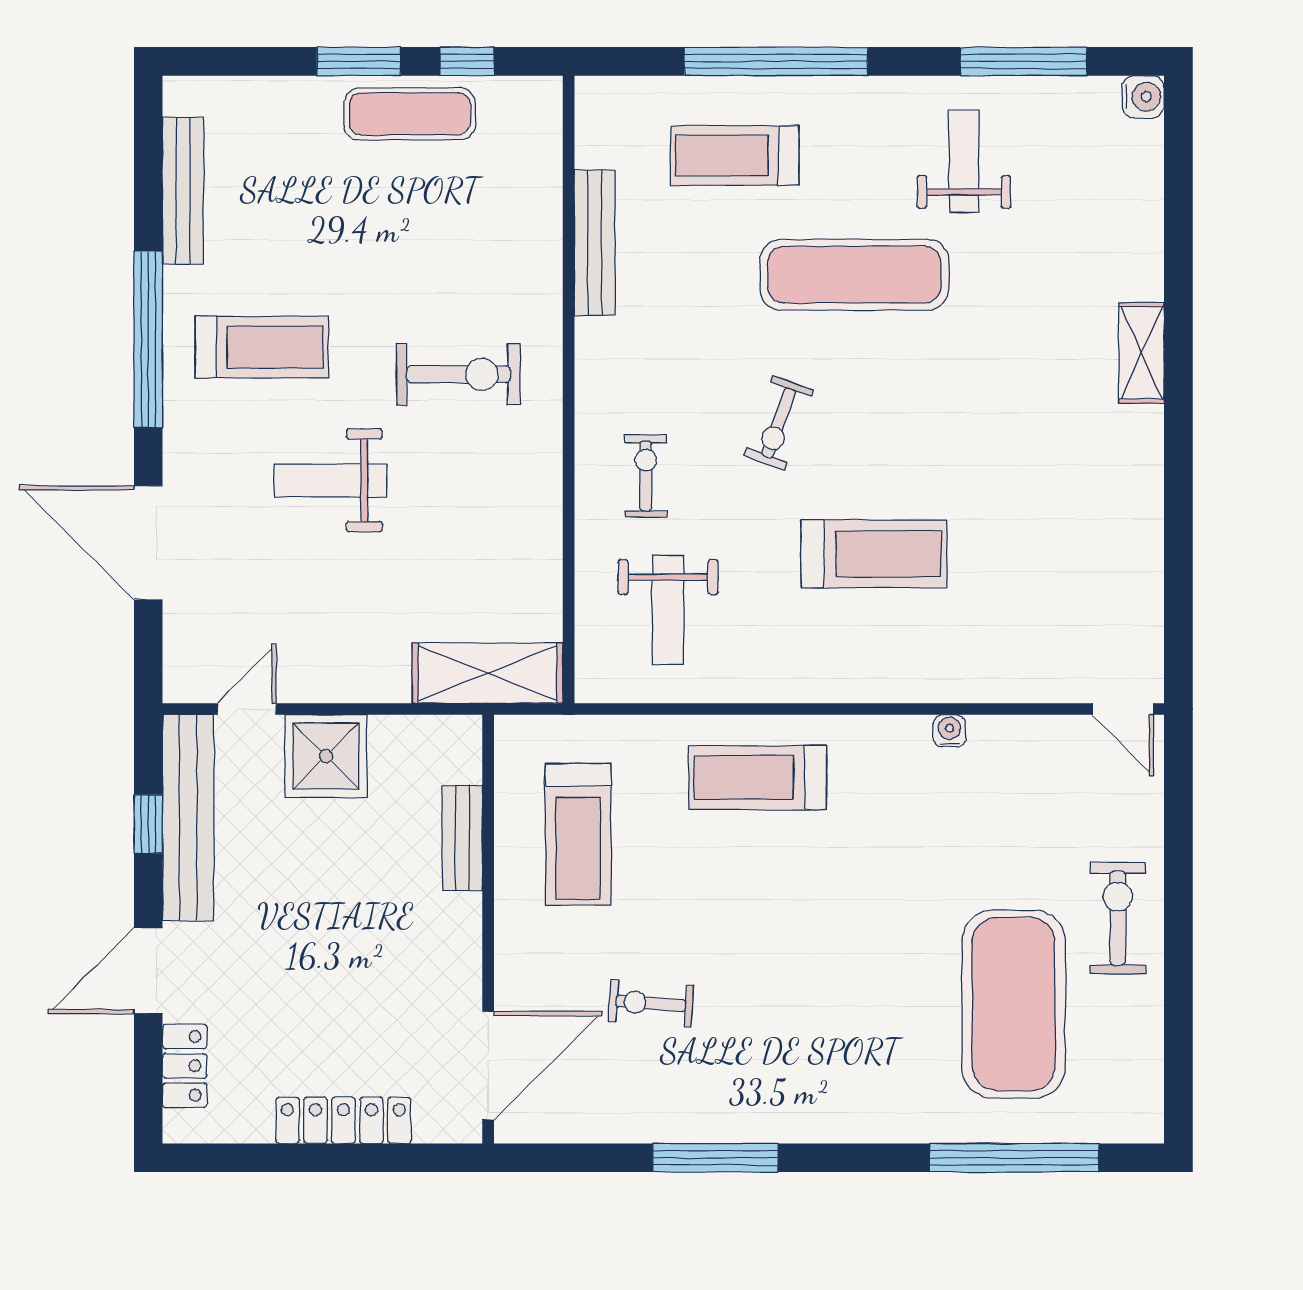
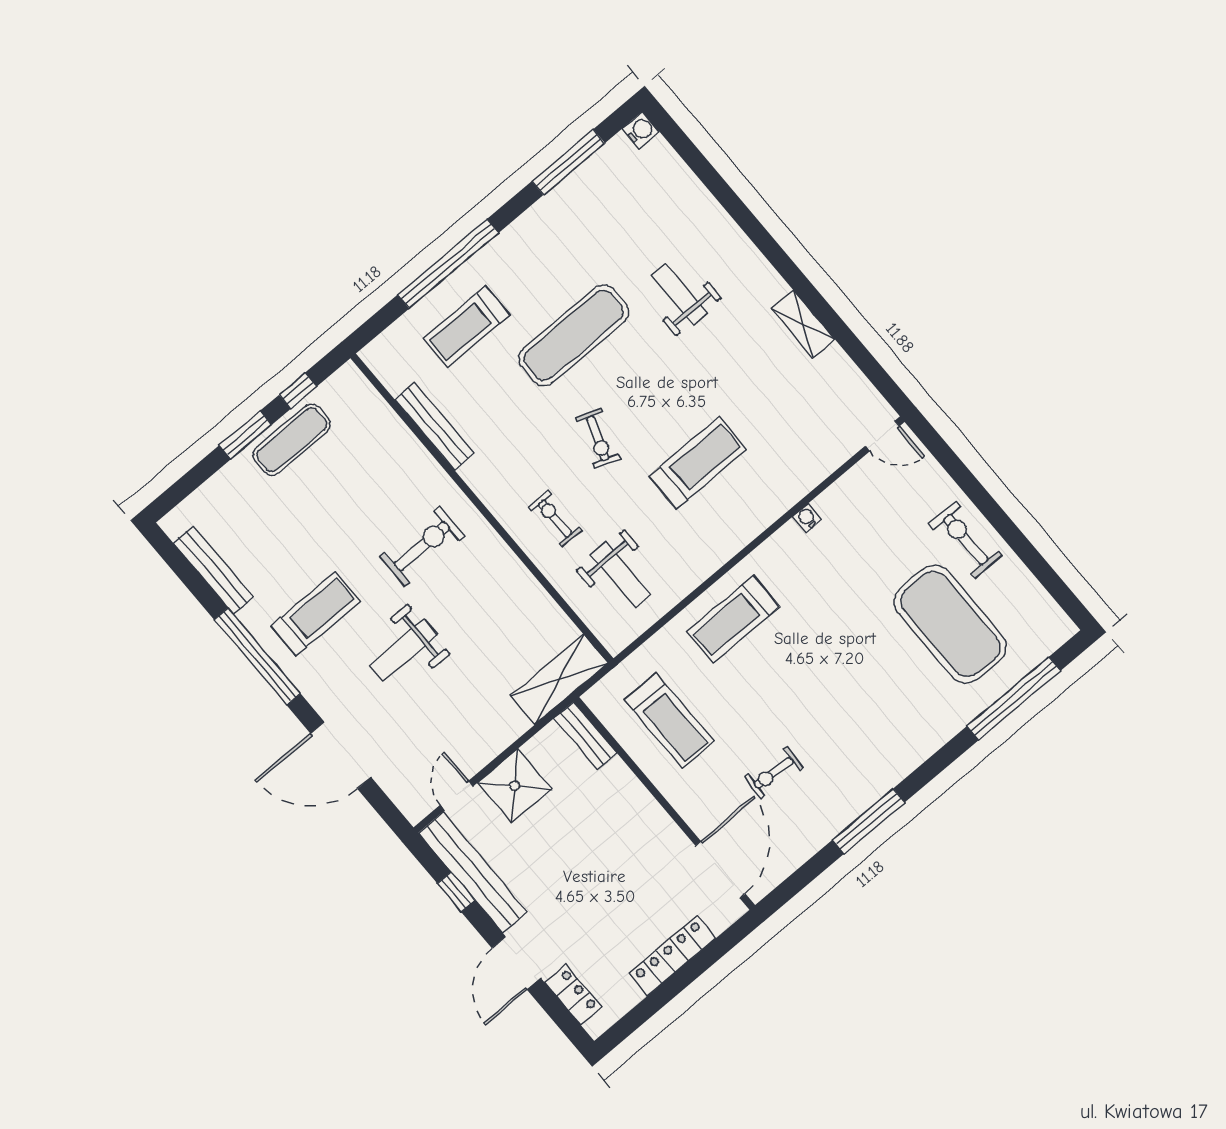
weight bench: (964, 161) -> (680, 294), moved
shelving: (1142, 353) -> (803, 324), moved
bench: (462, 838) -> (585, 735), moved

